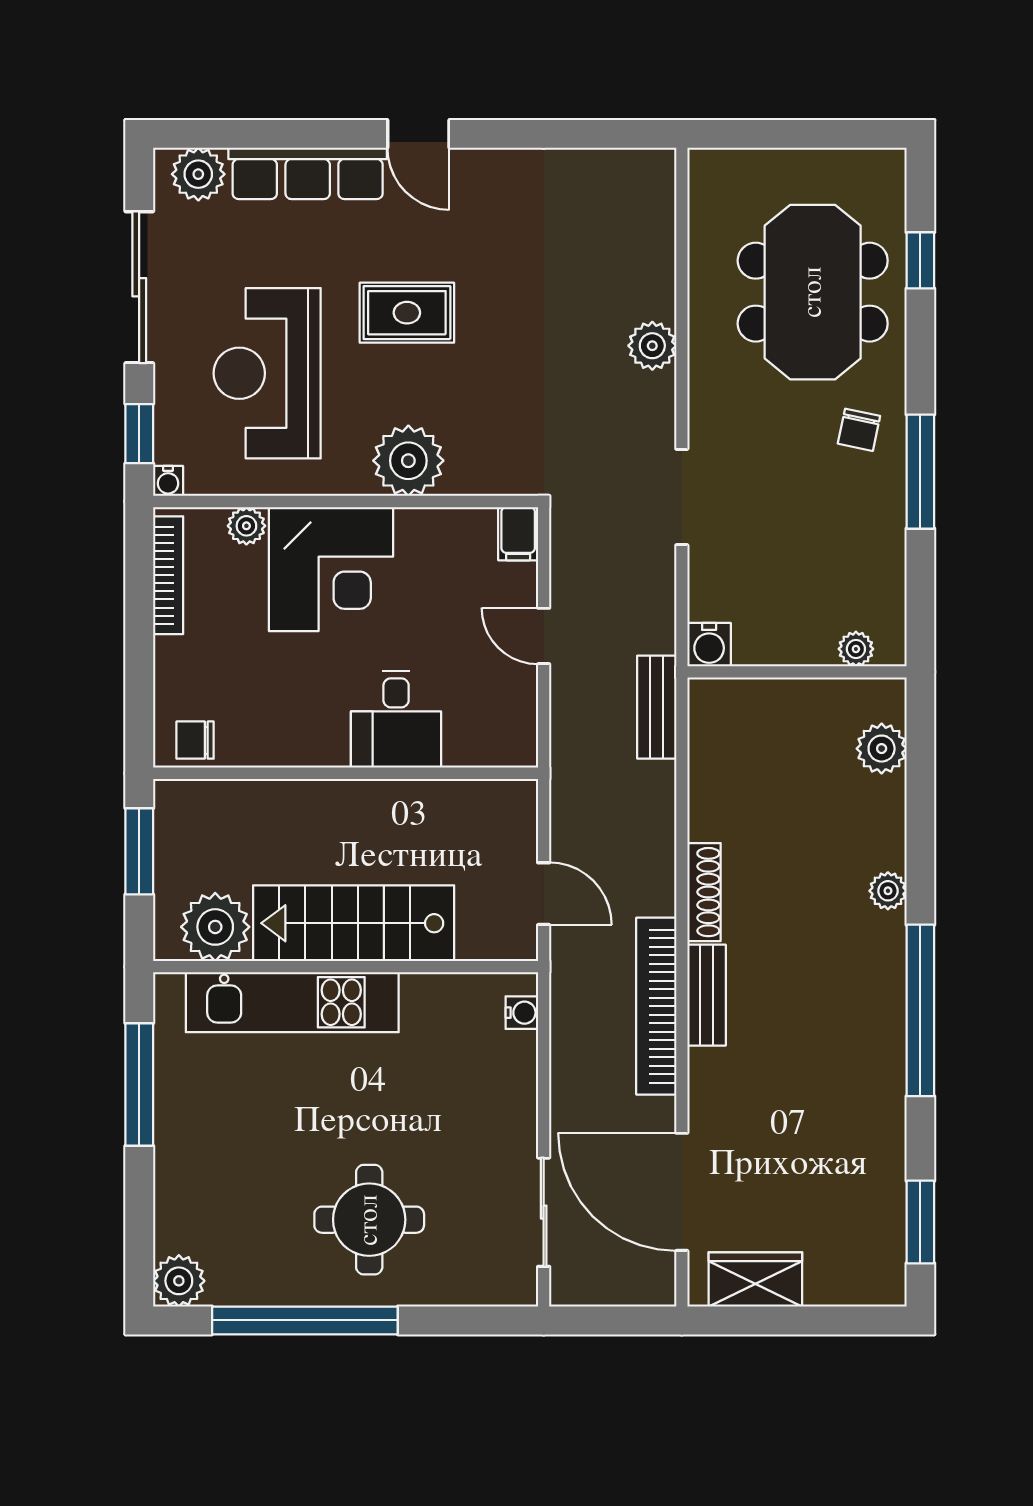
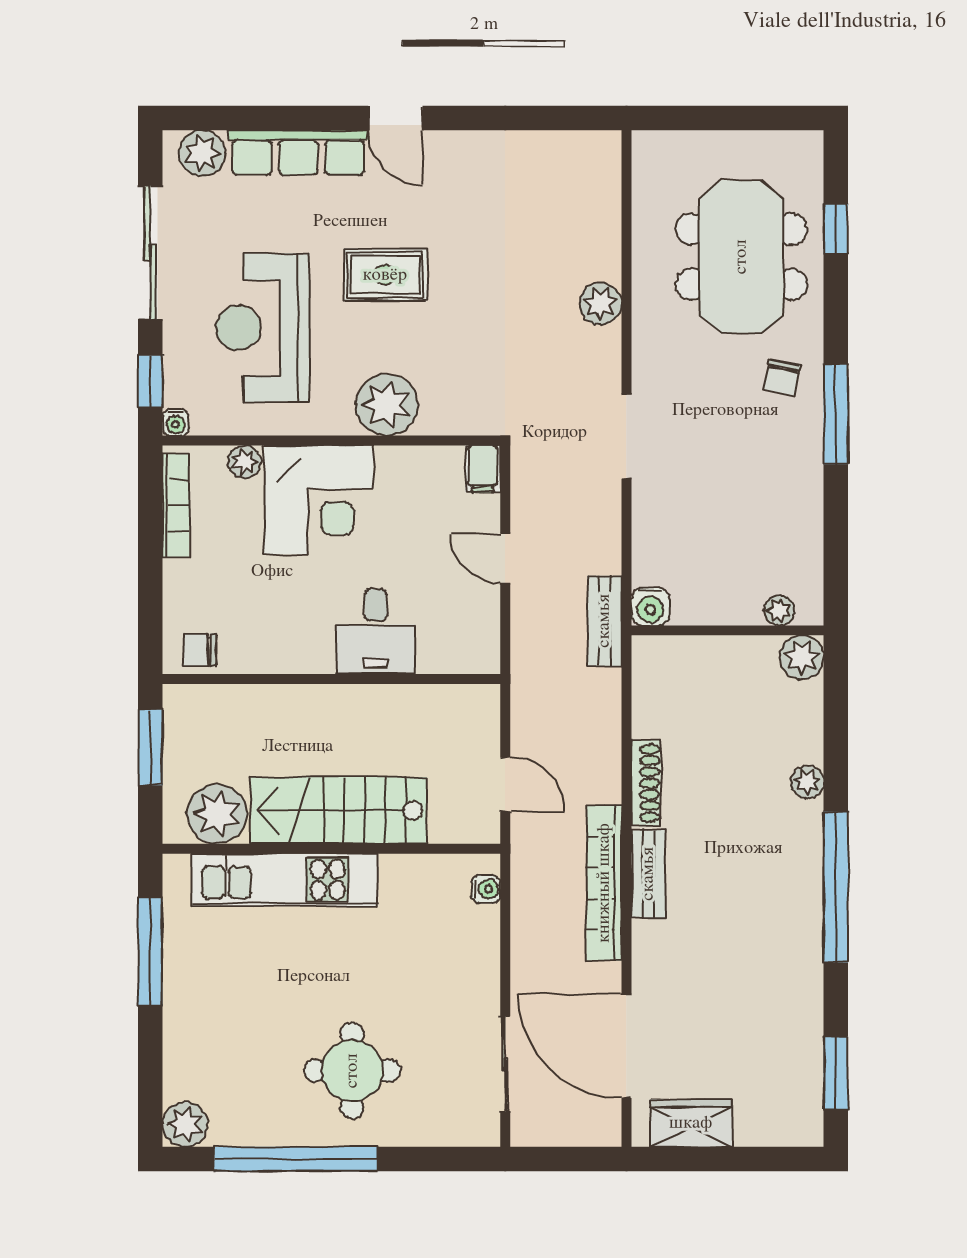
water cooler: (709, 645) -> (650, 606), moved
plant: (856, 649) -> (779, 610), moved
wall: (797, 672) -> (728, 630), moved

